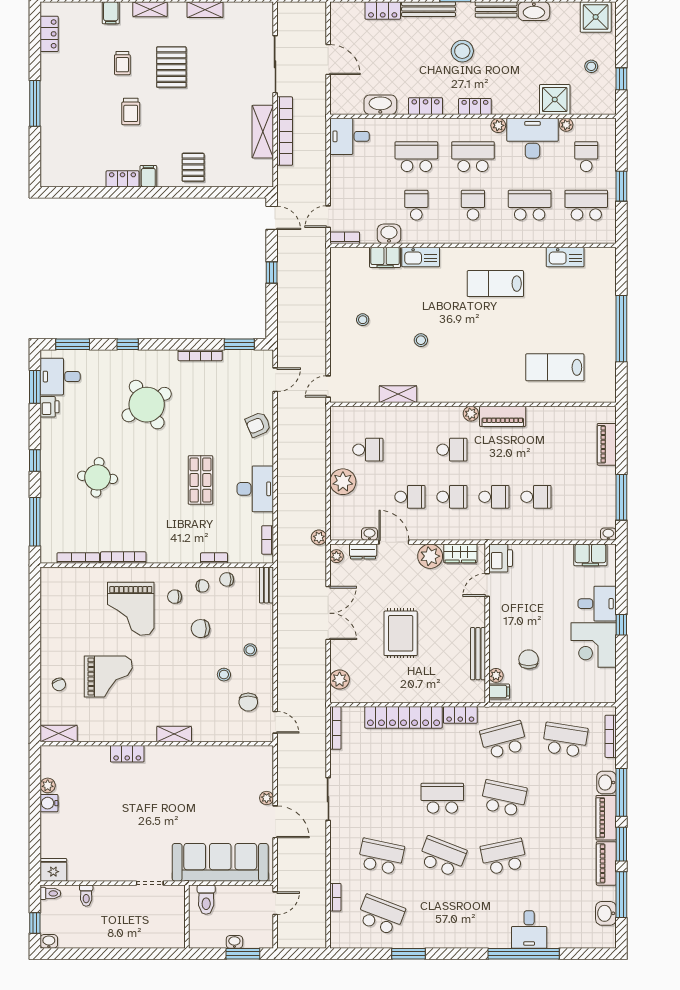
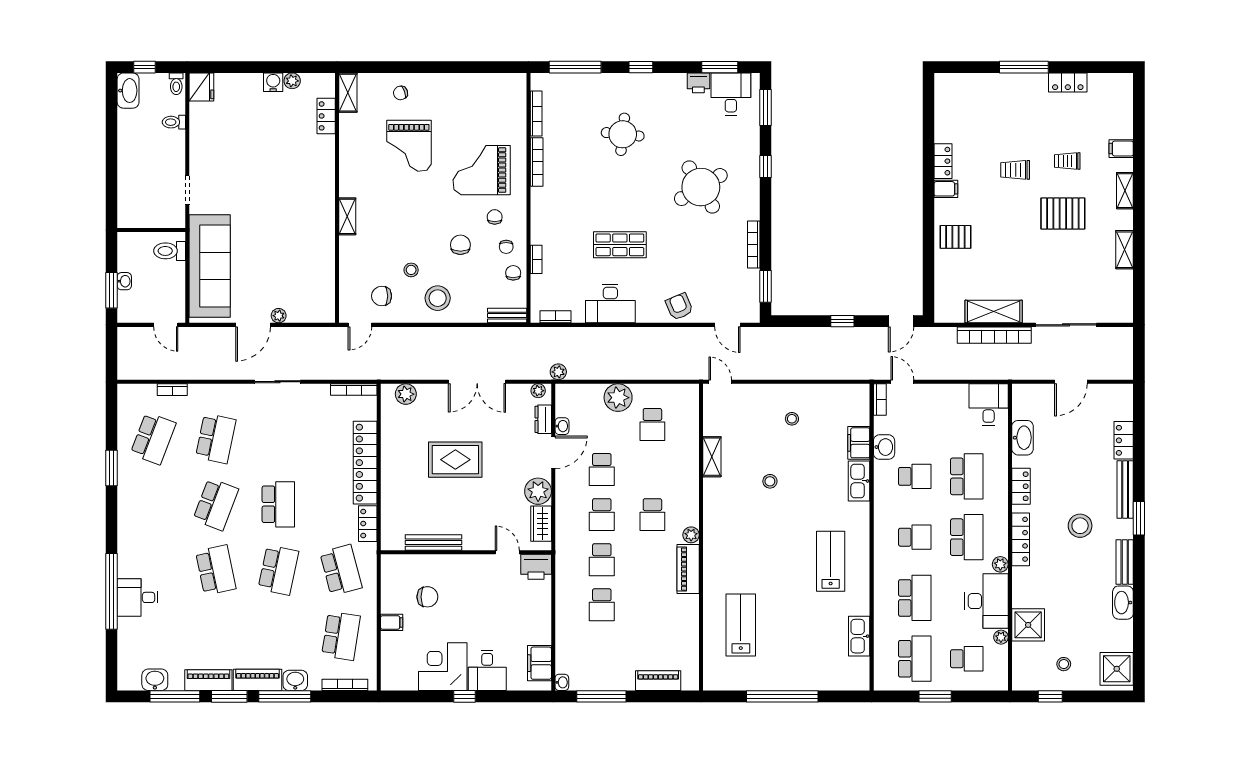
locker: (49, 34) -> (1068, 82), moved
locker: (475, 106) -> (1021, 539), width x1.53
stool: (250, 650) -> (438, 298), width x1.89, depth x1.89
plant: (496, 675) -> (410, 562), removed
filing cabinet: (499, 692) -> (392, 622), moved, turned -90
locker: (127, 754) -> (326, 116), moved
washbasin: (49, 941) -> (128, 91), width x1.91, depth x1.45

